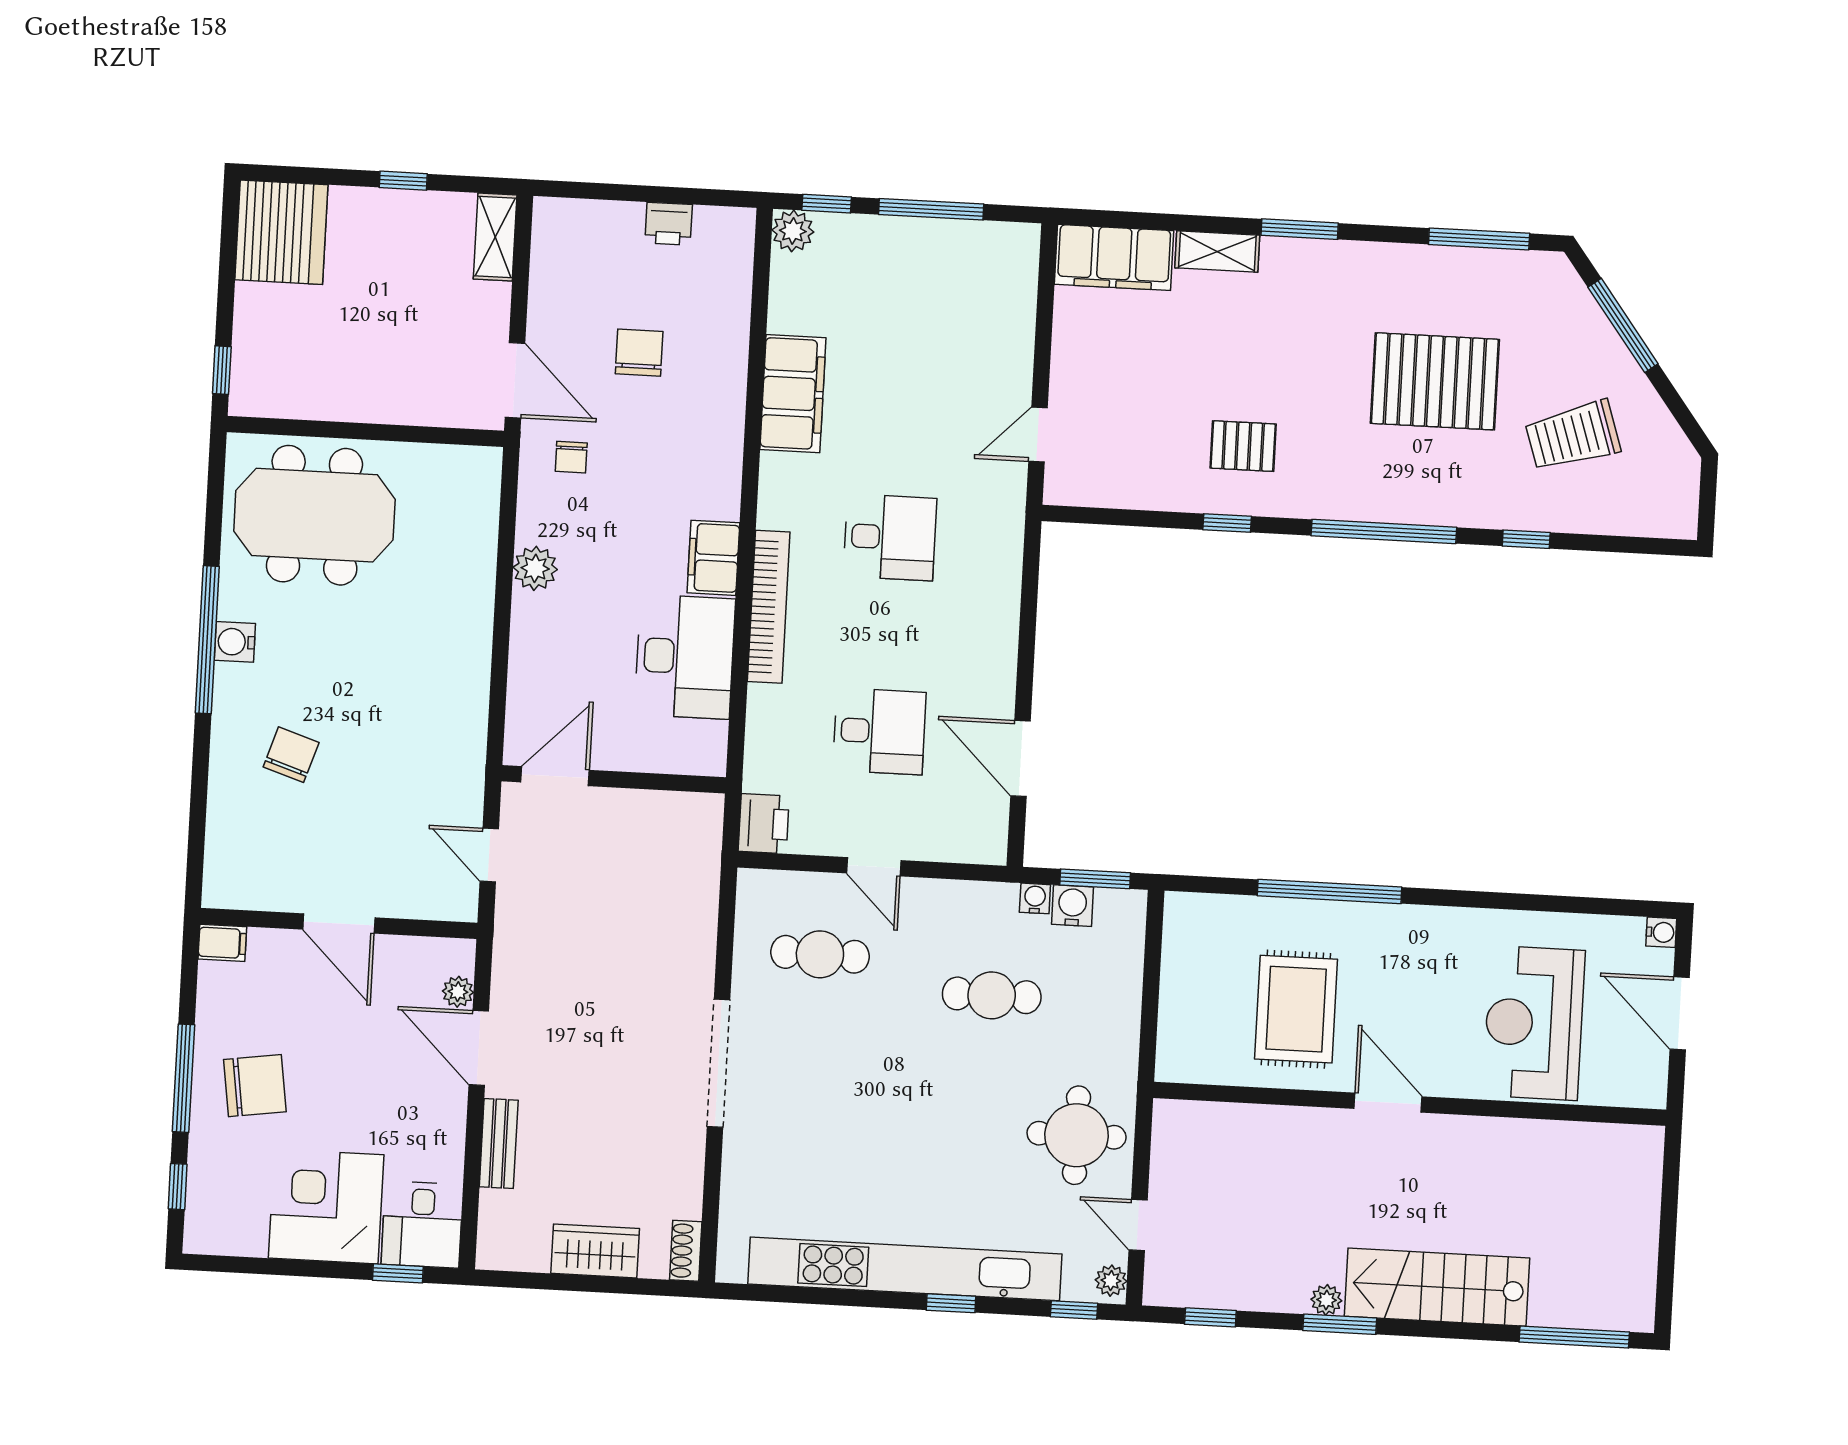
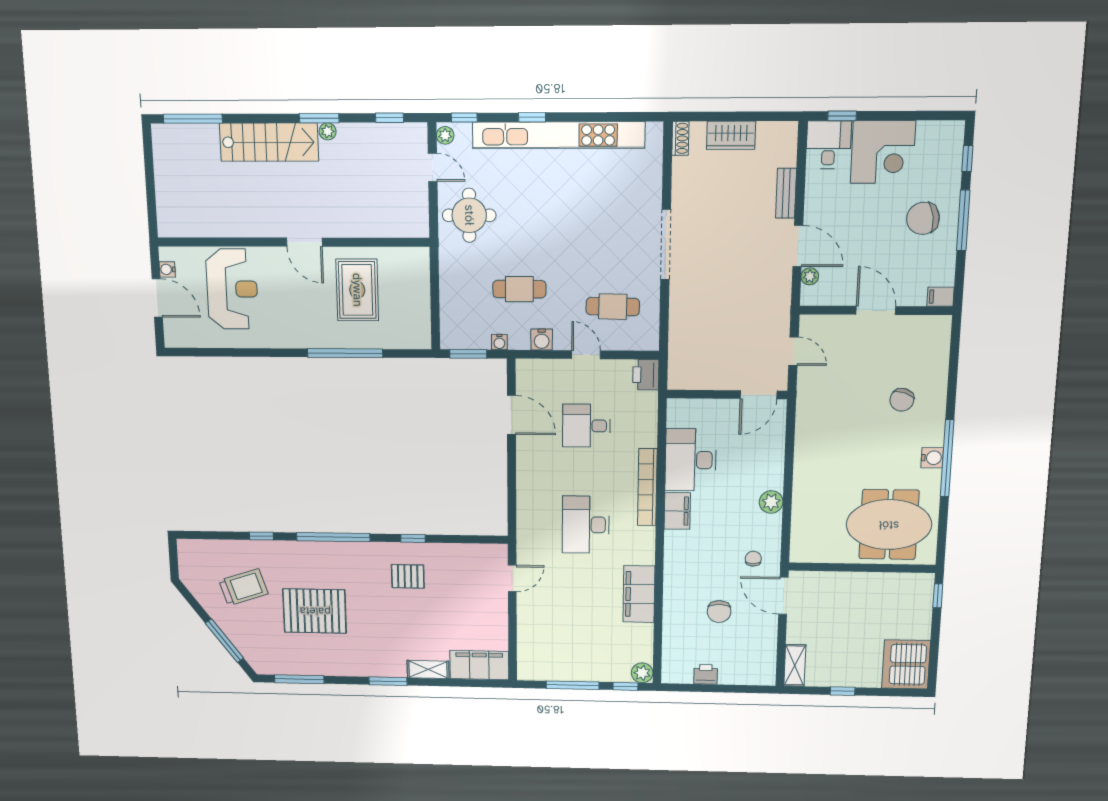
desk: (890, 537) -> (586, 525), width x1.37
water cooler: (1073, 906) -> (542, 340), moved
water cooler: (1661, 932) -> (167, 269), moved

